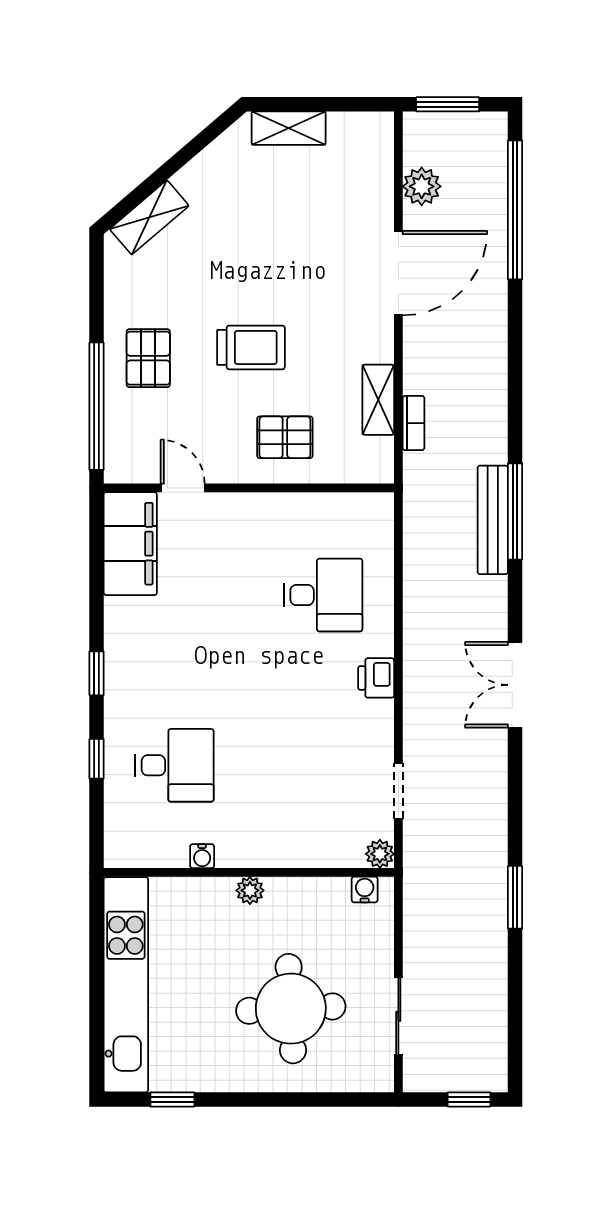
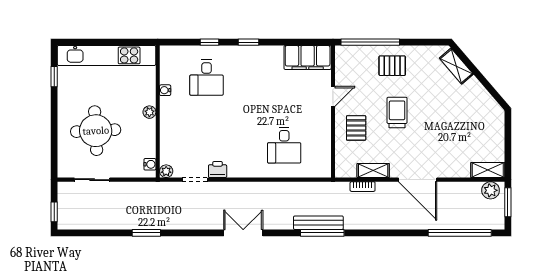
shelving: (289, 128) -> (488, 170), moved, turned 90
plant: (422, 186) -> (491, 190), moved
door: (398, 273) -> (418, 180), moved
trolley: (251, 347) -> (397, 112), turned 180
door: (183, 488) -> (333, 96), moved
printer: (376, 678) -> (218, 170), moved

